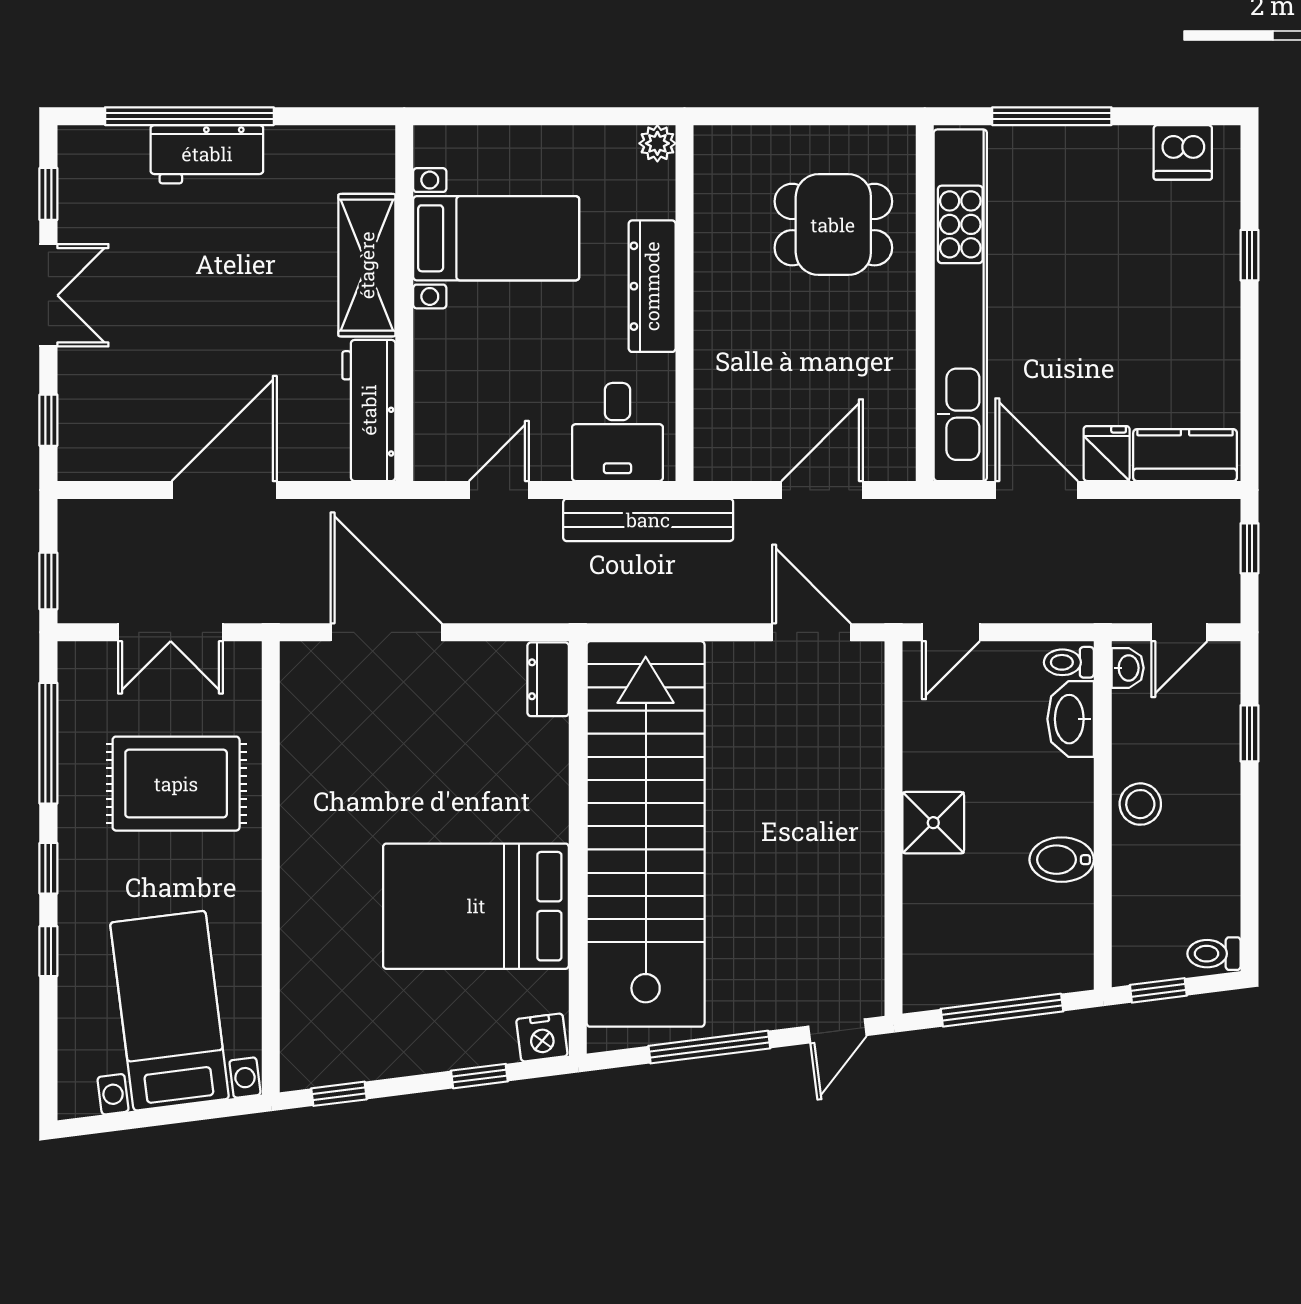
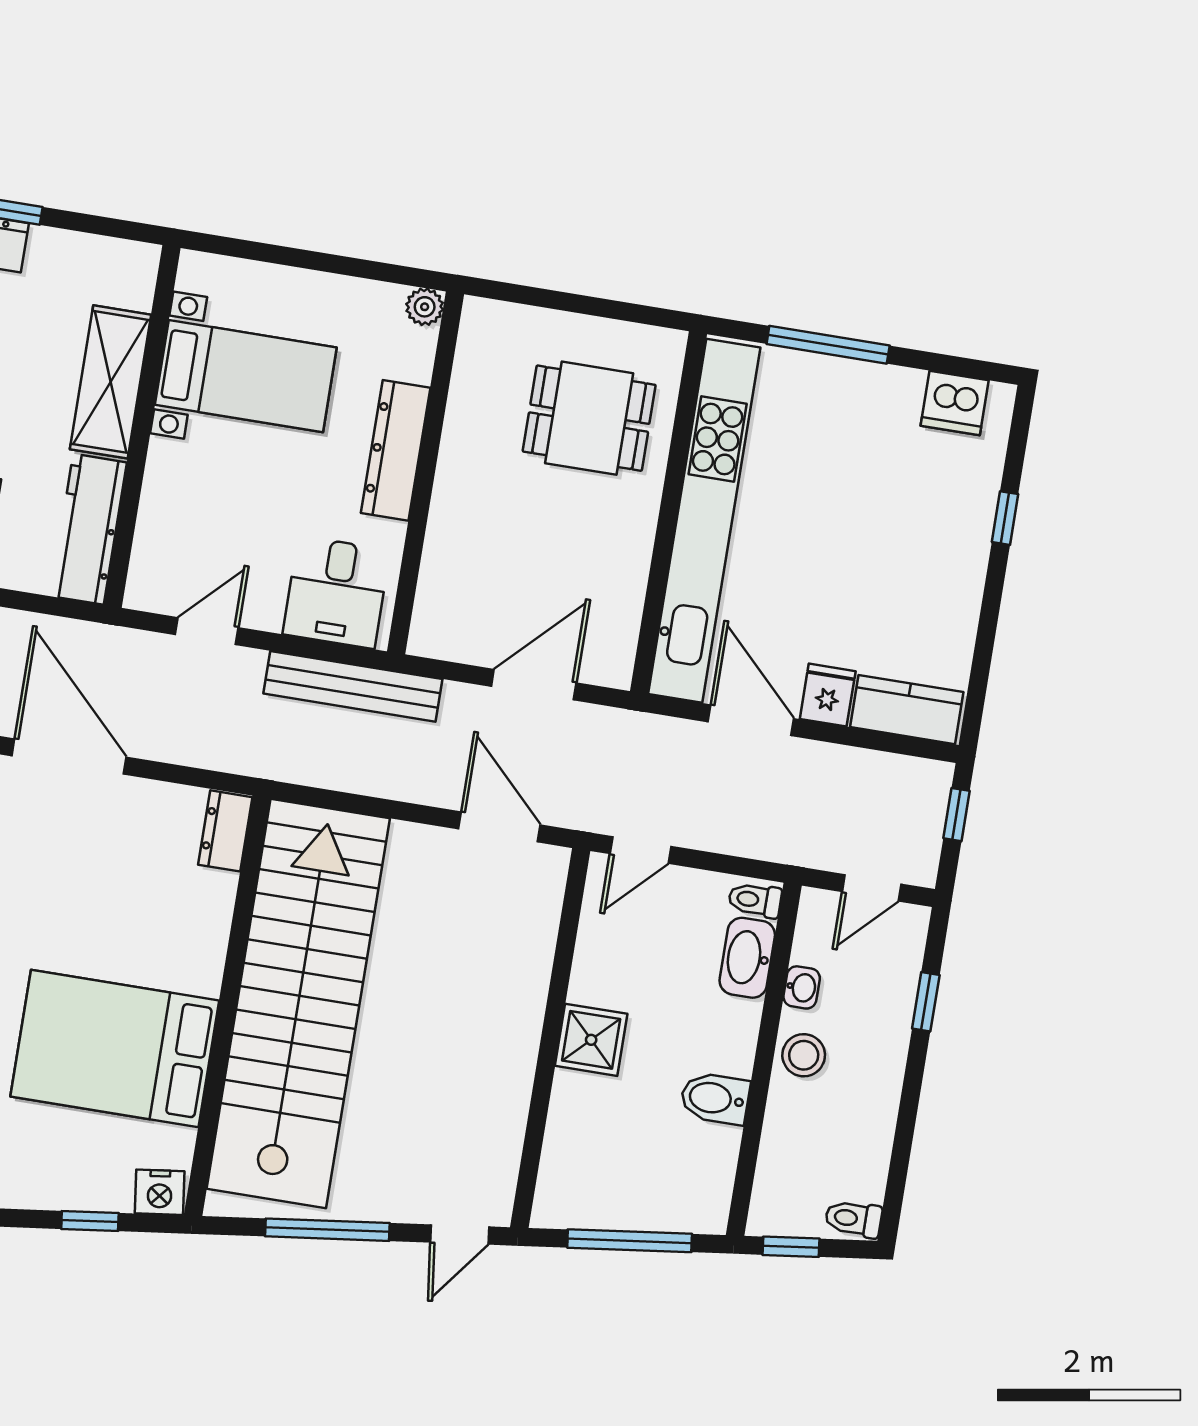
washbasin: (1128, 668) -> (802, 987), moved

